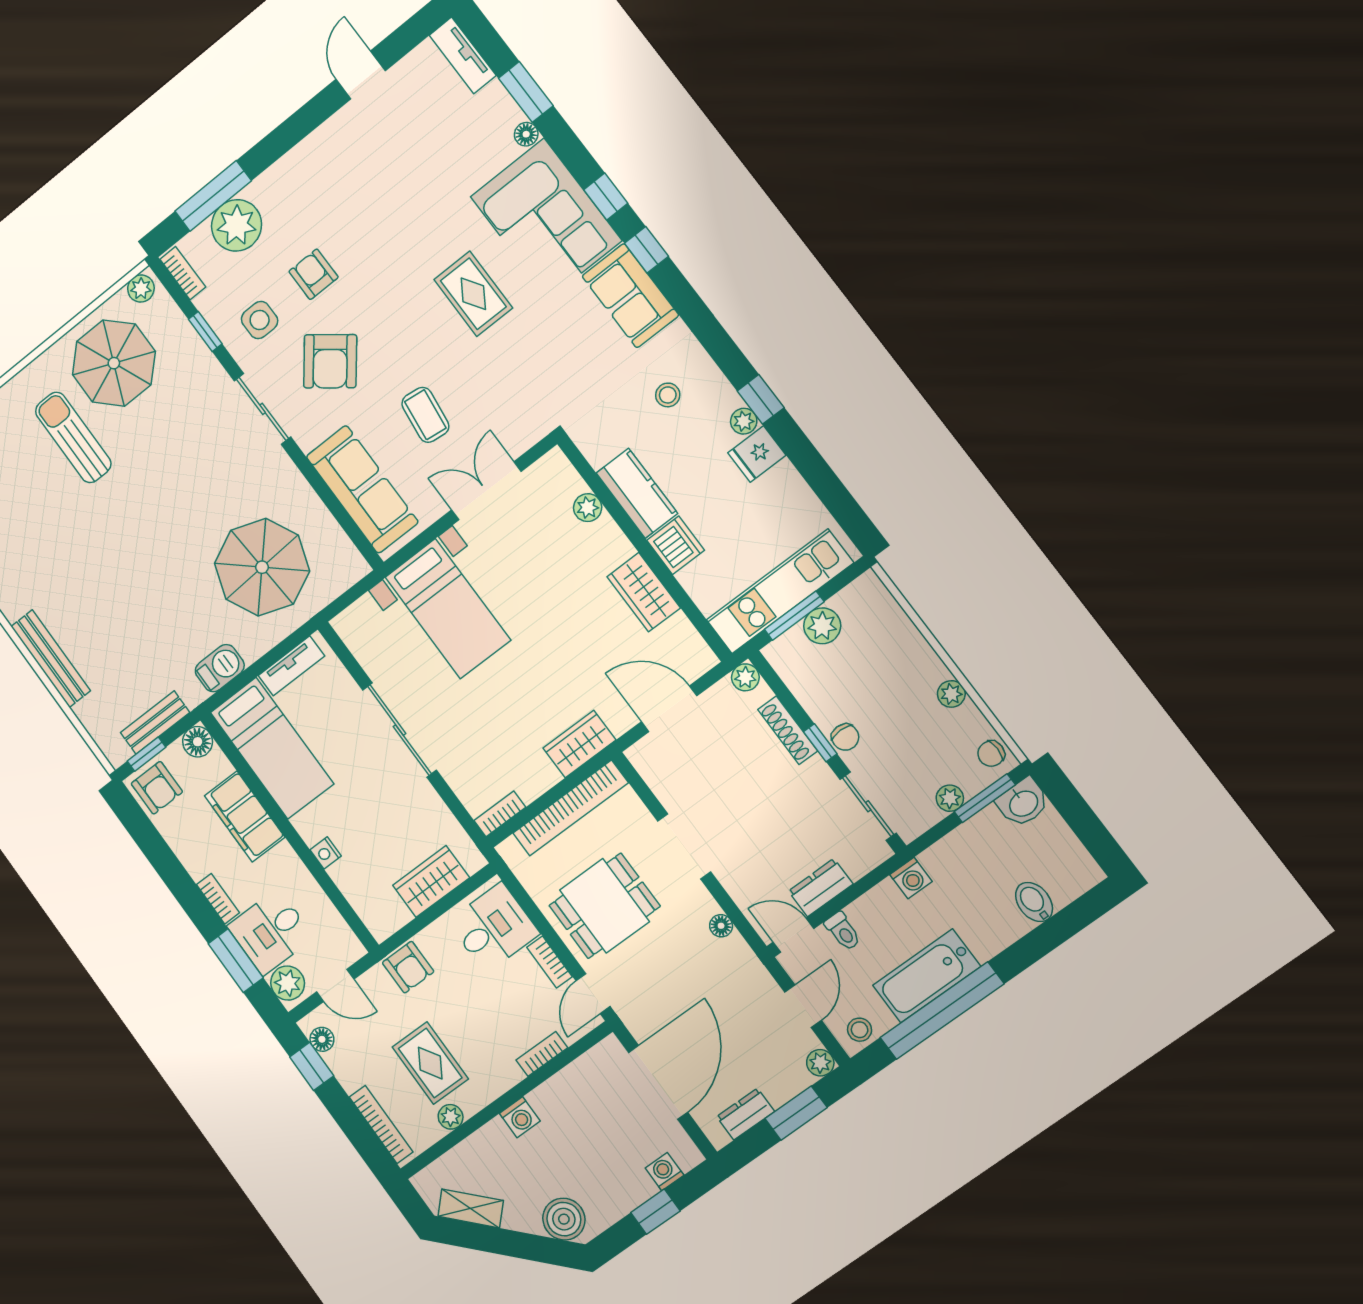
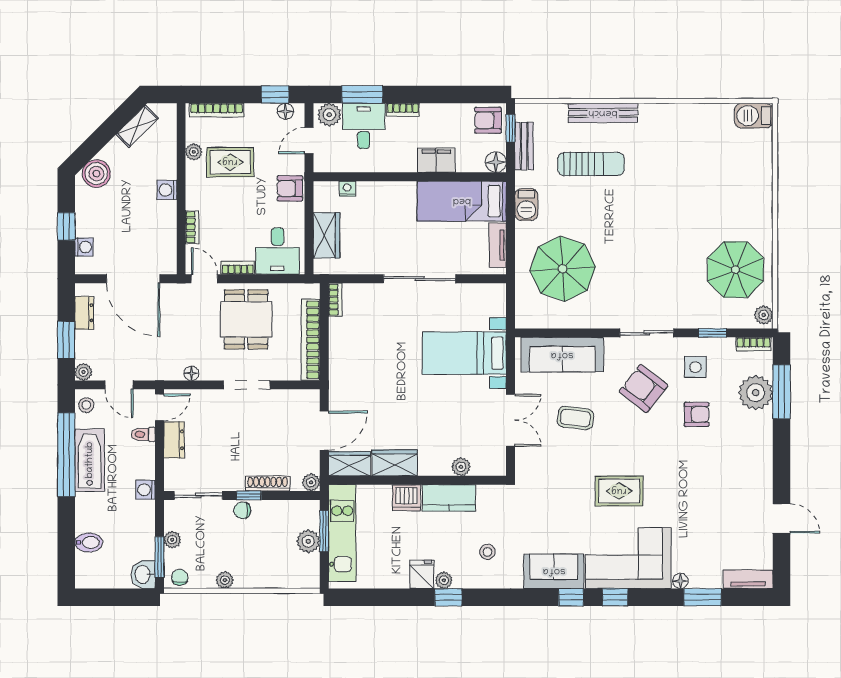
sun lounger: (73, 437) -> (591, 164), moved
wardrobe: (579, 744) -> (349, 464), moved, turned -90
filing cabinet: (245, 816) -> (436, 160), width x0.67, depth x0.86
nightstand: (326, 853) -> (347, 189), moved

